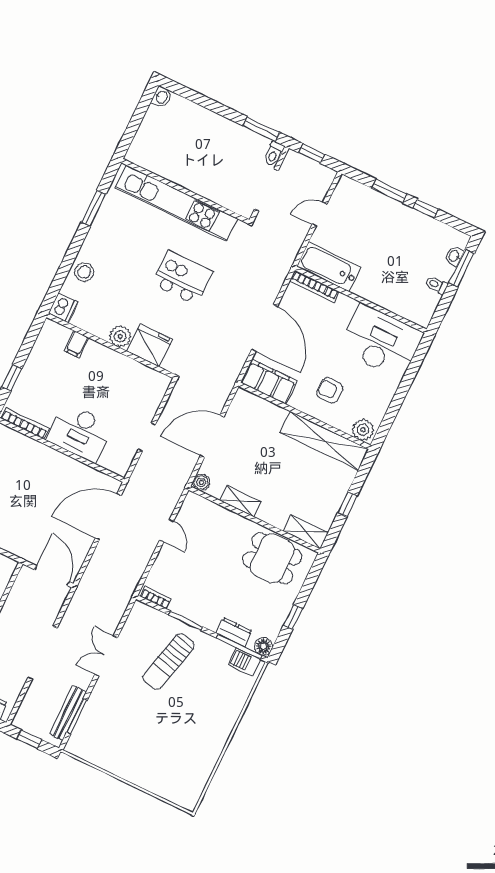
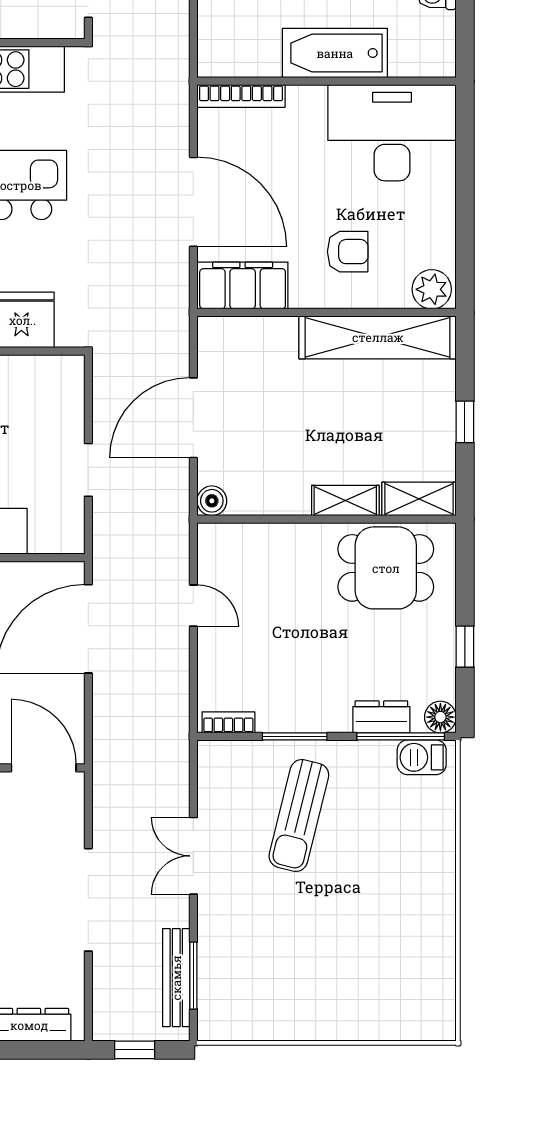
bathtub: (329, 267) -> (335, 53), moved
armchair: (330, 390) -> (348, 252), turned 180
shelving: (240, 501) -> (345, 500), moved

